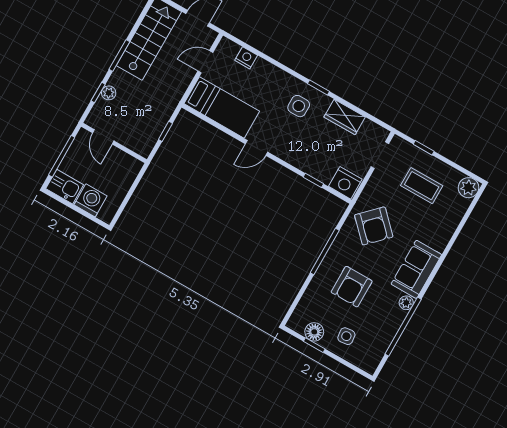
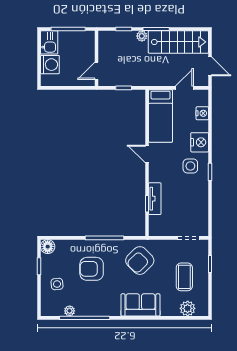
door: (205, 62) -> (184, 88), hinge flipped
plant: (109, 93) -> (142, 36), moved
wardrobe: (345, 117) -> (200, 200), removed
door: (103, 137) -> (96, 71), moved
tv unit: (313, 168) -> (155, 199), added
nightstand: (345, 183) -> (200, 142), moved, turned 180
plant: (469, 188) -> (188, 308), moved
sofa: (416, 269) -> (140, 305), moved
plant: (406, 303) -> (70, 311), moved
floor lamp: (314, 332) -> (48, 247), moved

